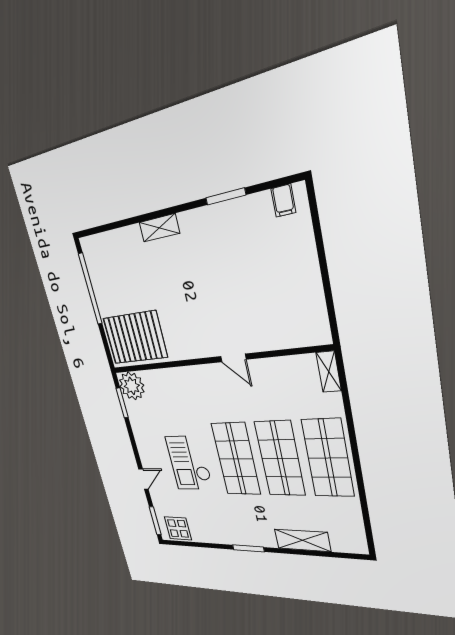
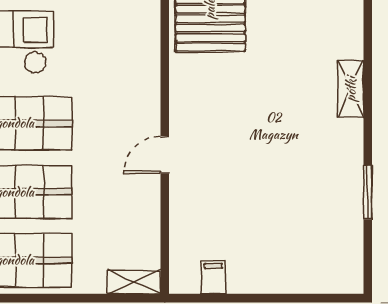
filing cabinet: (283, 201) -> (213, 278), moved, turned 90

